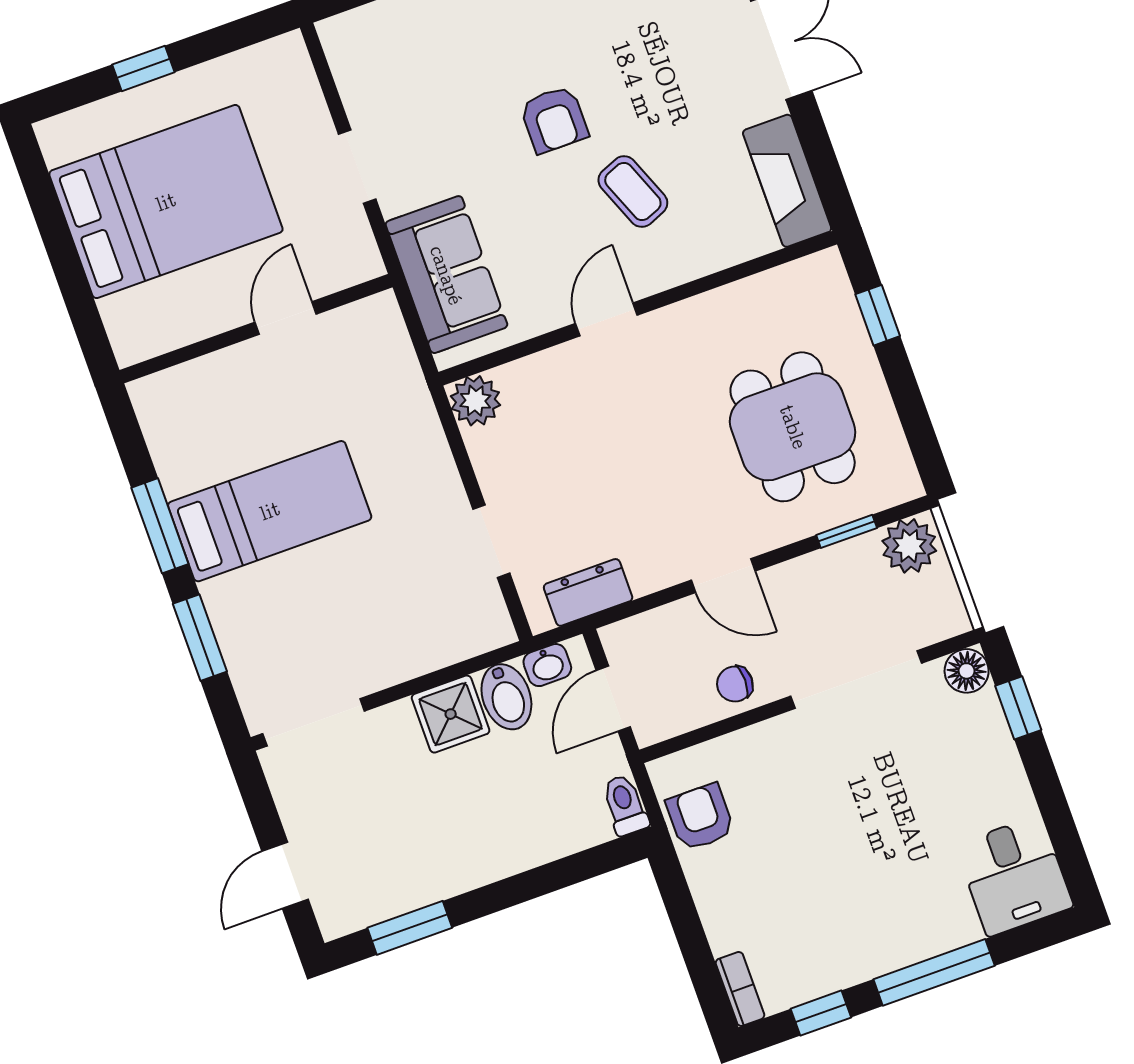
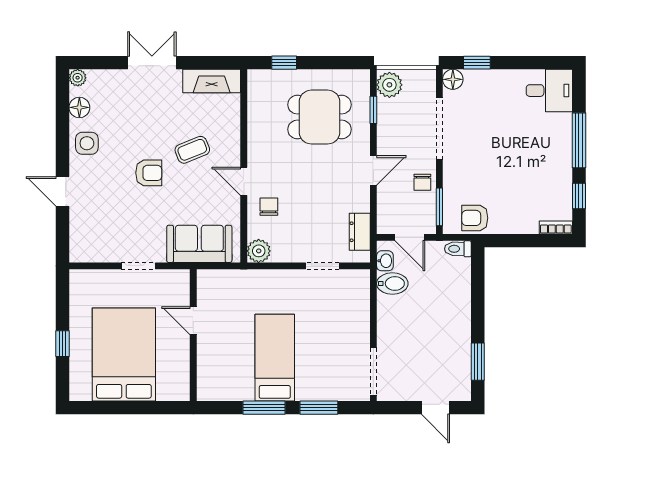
chair: (573, 389) -> (269, 207), added
shower: (451, 714) -> (391, 311), removed
window: (697, 737) -> (439, 207), added

